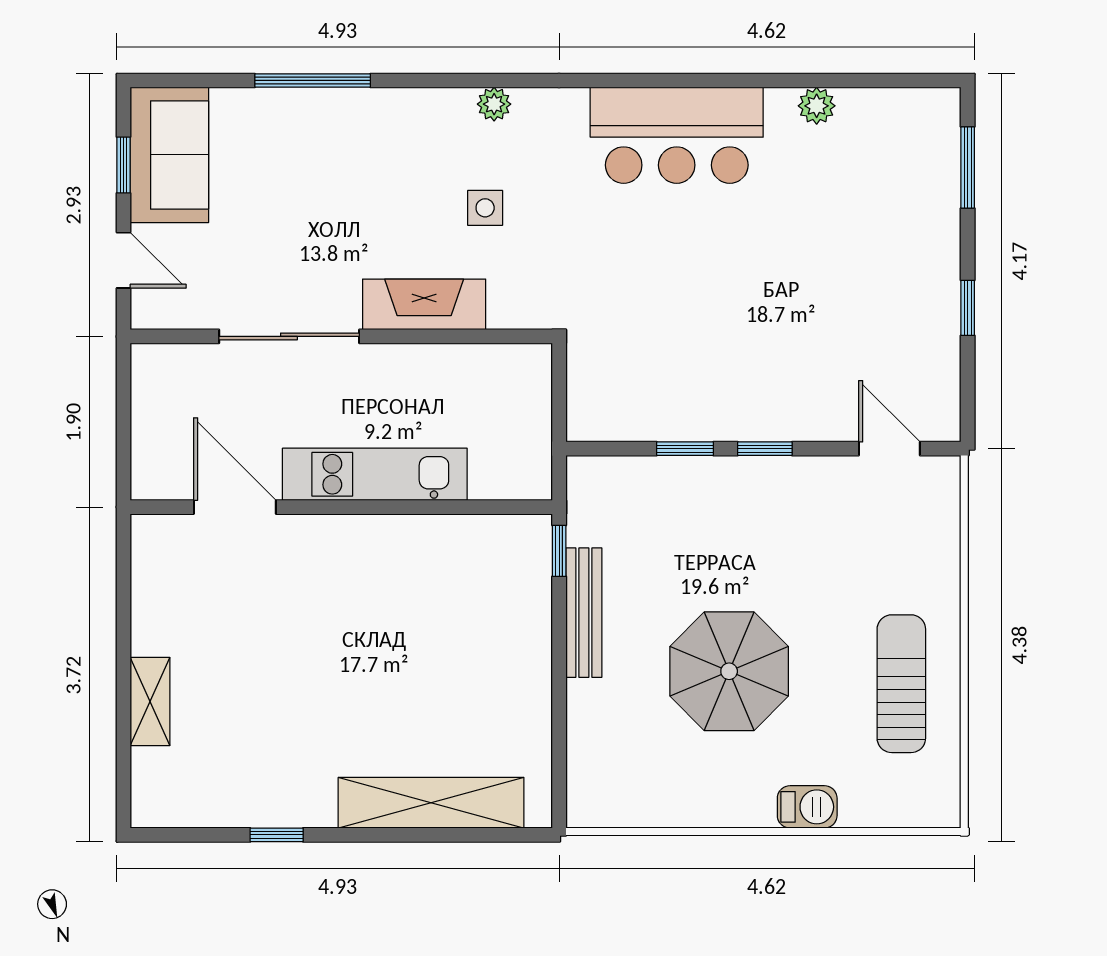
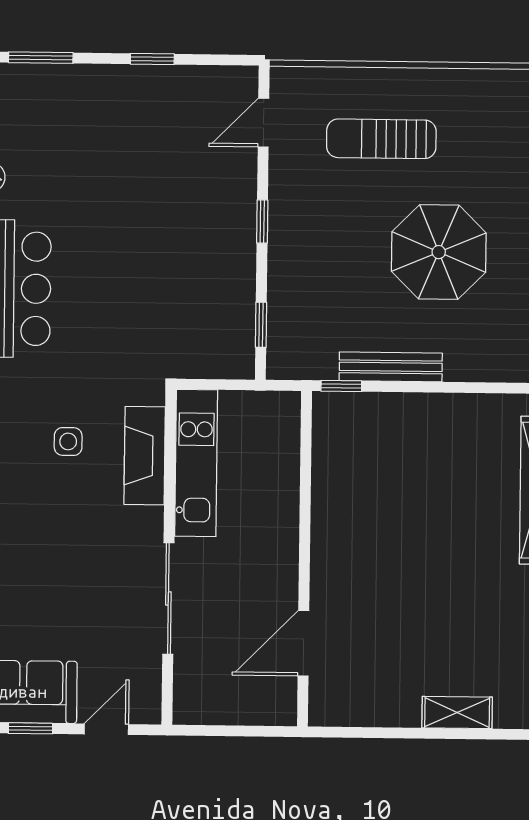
fireplace: (424, 304) -> (145, 456), moved
window: (685, 449) -> (261, 325), moved
kitchen unit: (375, 474) -> (196, 463), moved, turned 180
sun lounger: (901, 684) -> (381, 139), moved

